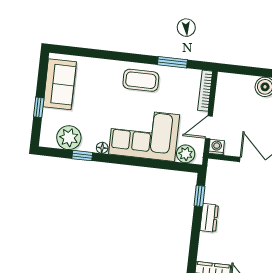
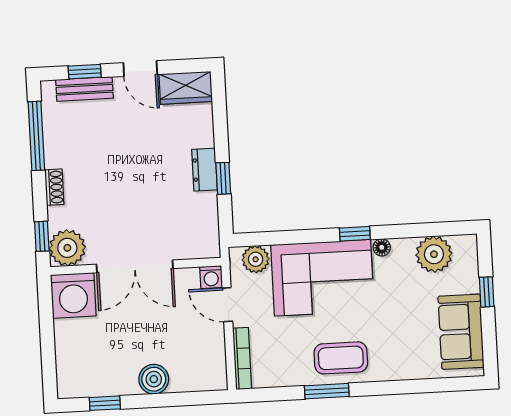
window: (172, 62) -> (327, 391), moved
door: (209, 127) -> (227, 305), swing flipped
window: (82, 156) -> (355, 234), moved
window: (199, 196) -> (223, 178), moved

